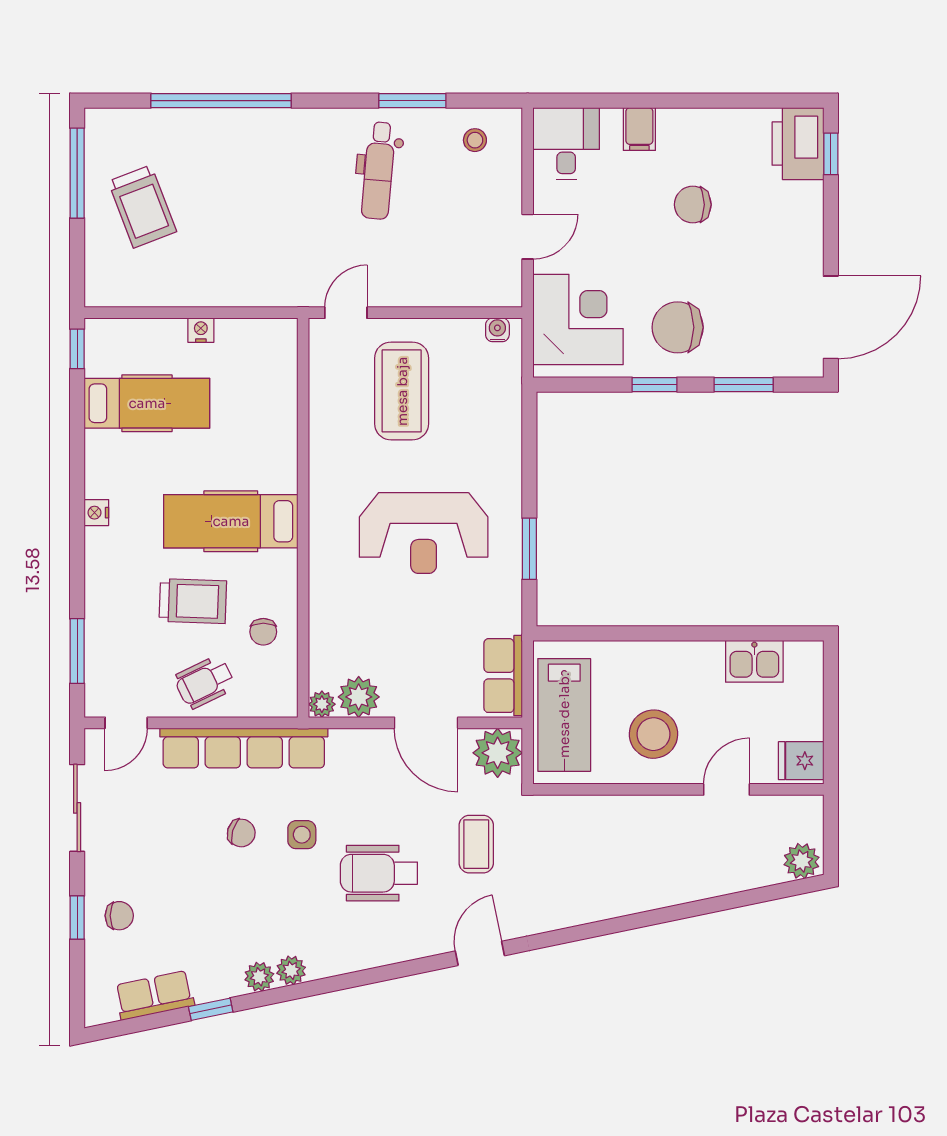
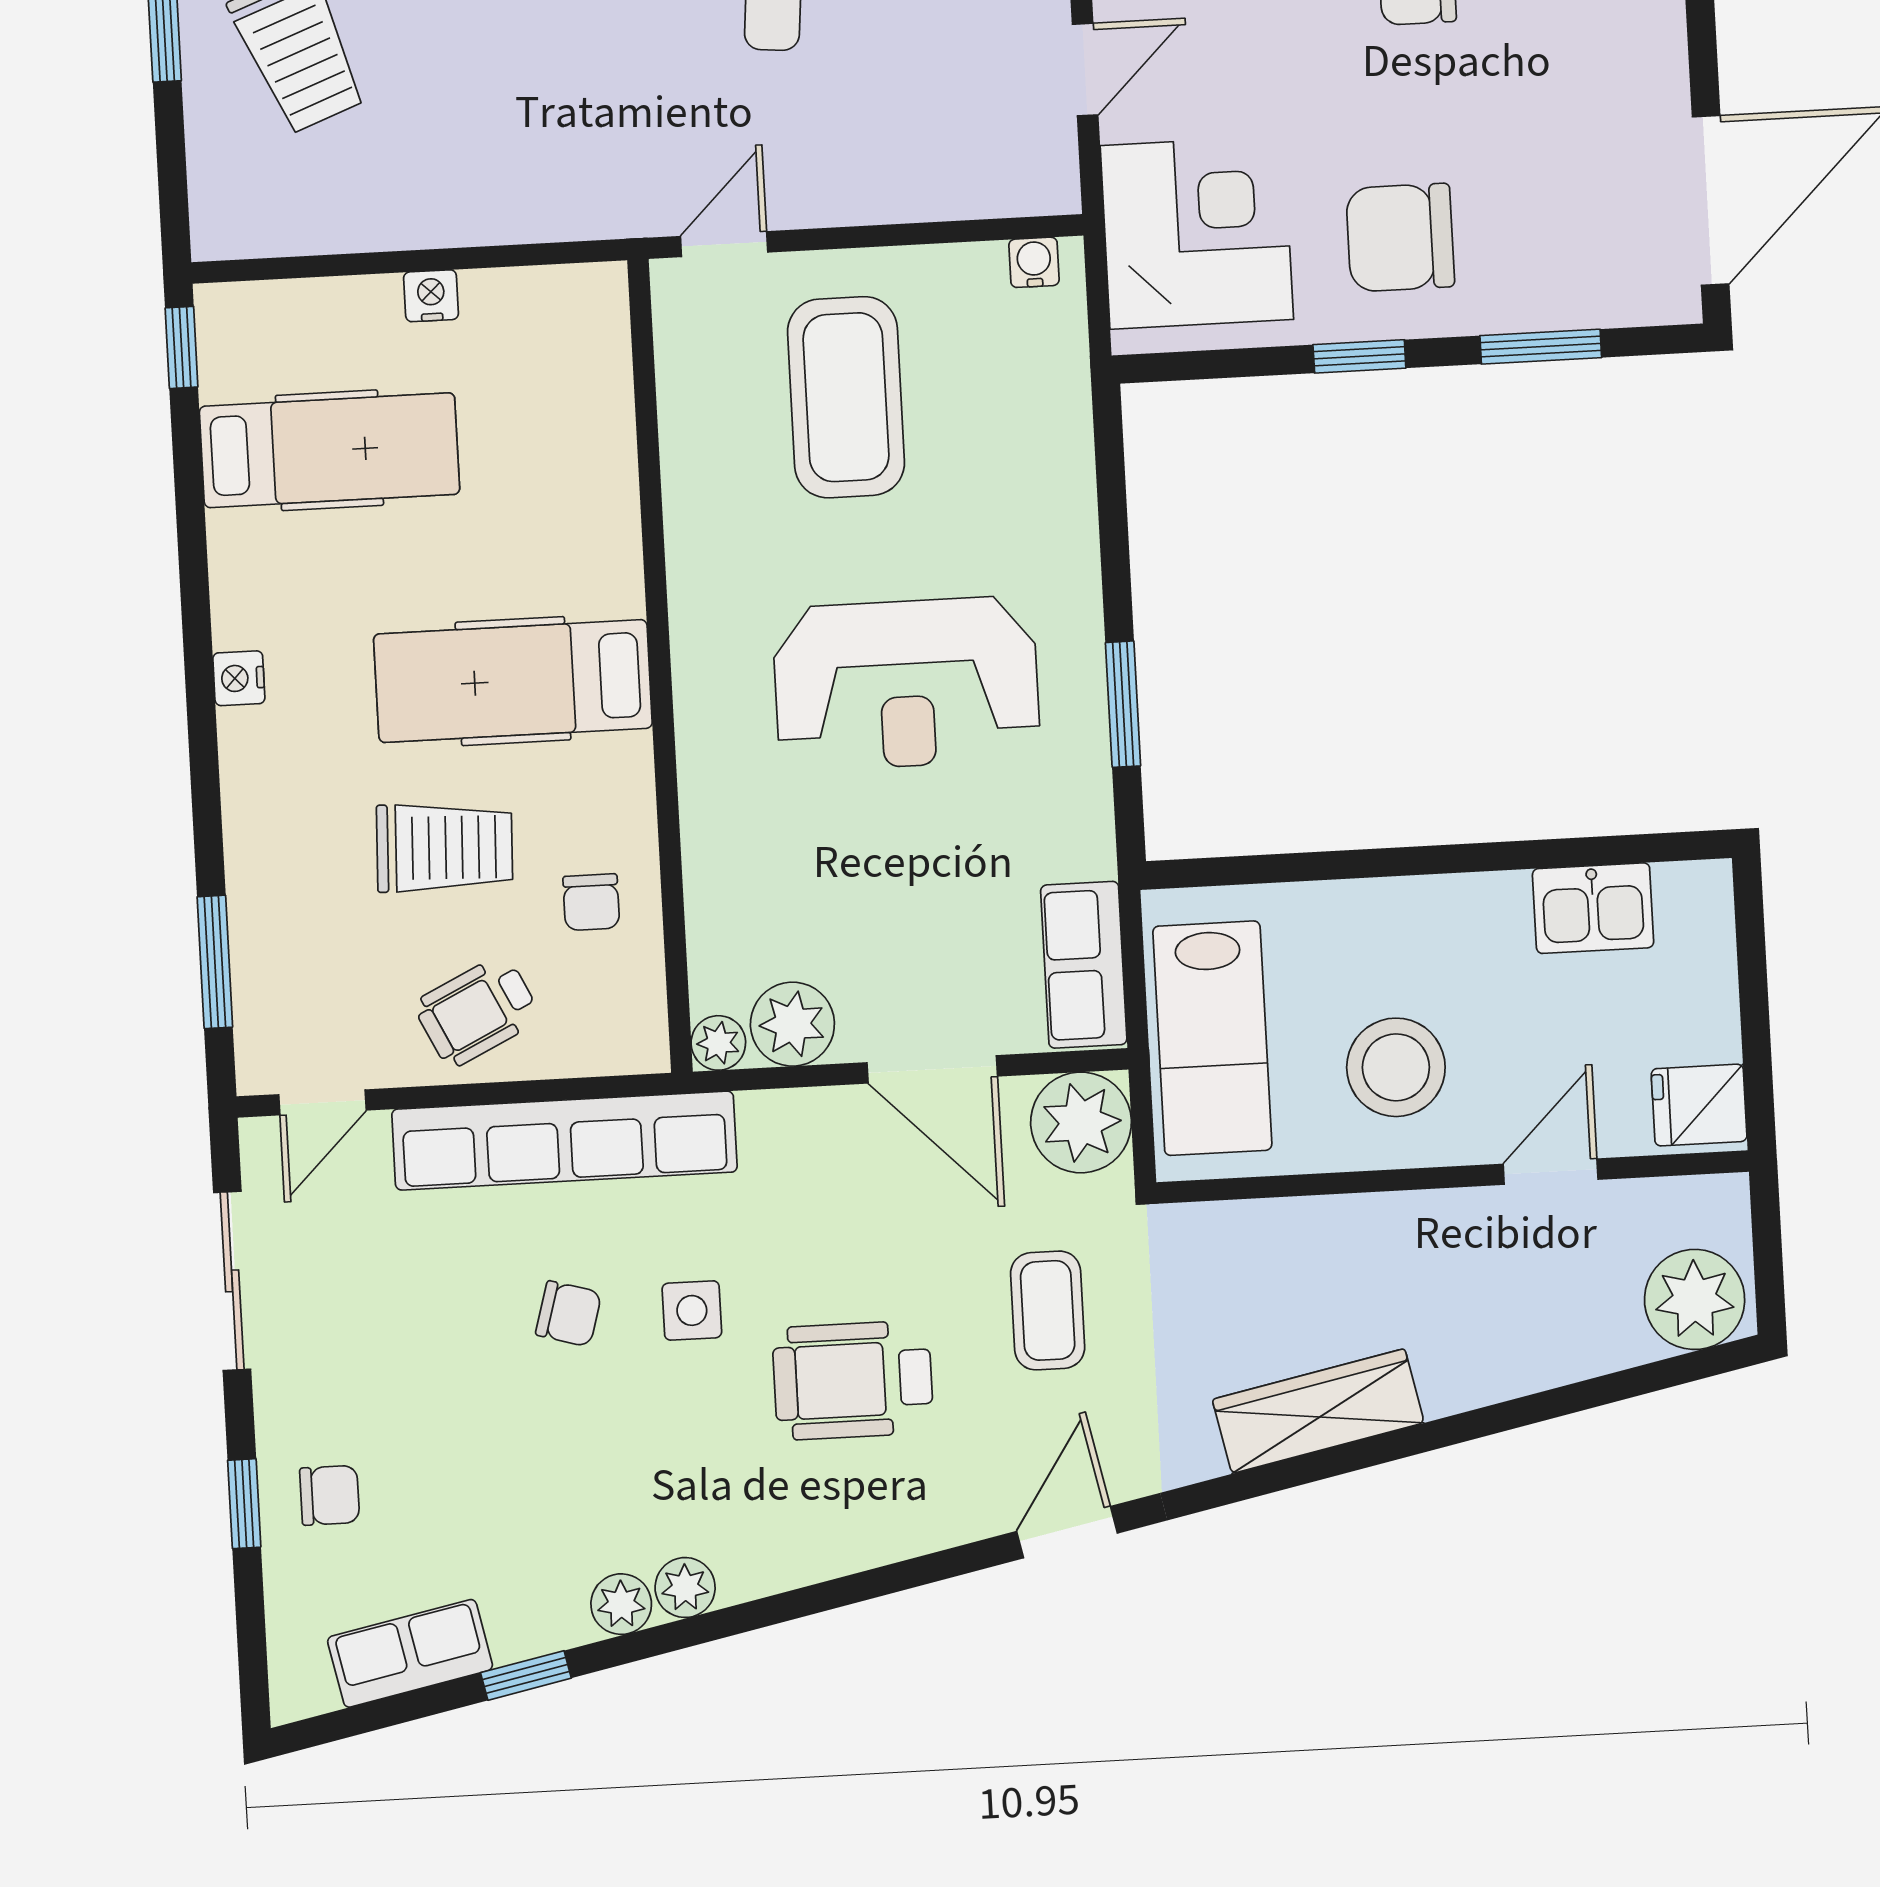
plant: (802, 861) -> (1695, 1299), width x1.36, depth x1.36
wardrobe: (606, 901) -> (1318, 1411), added

